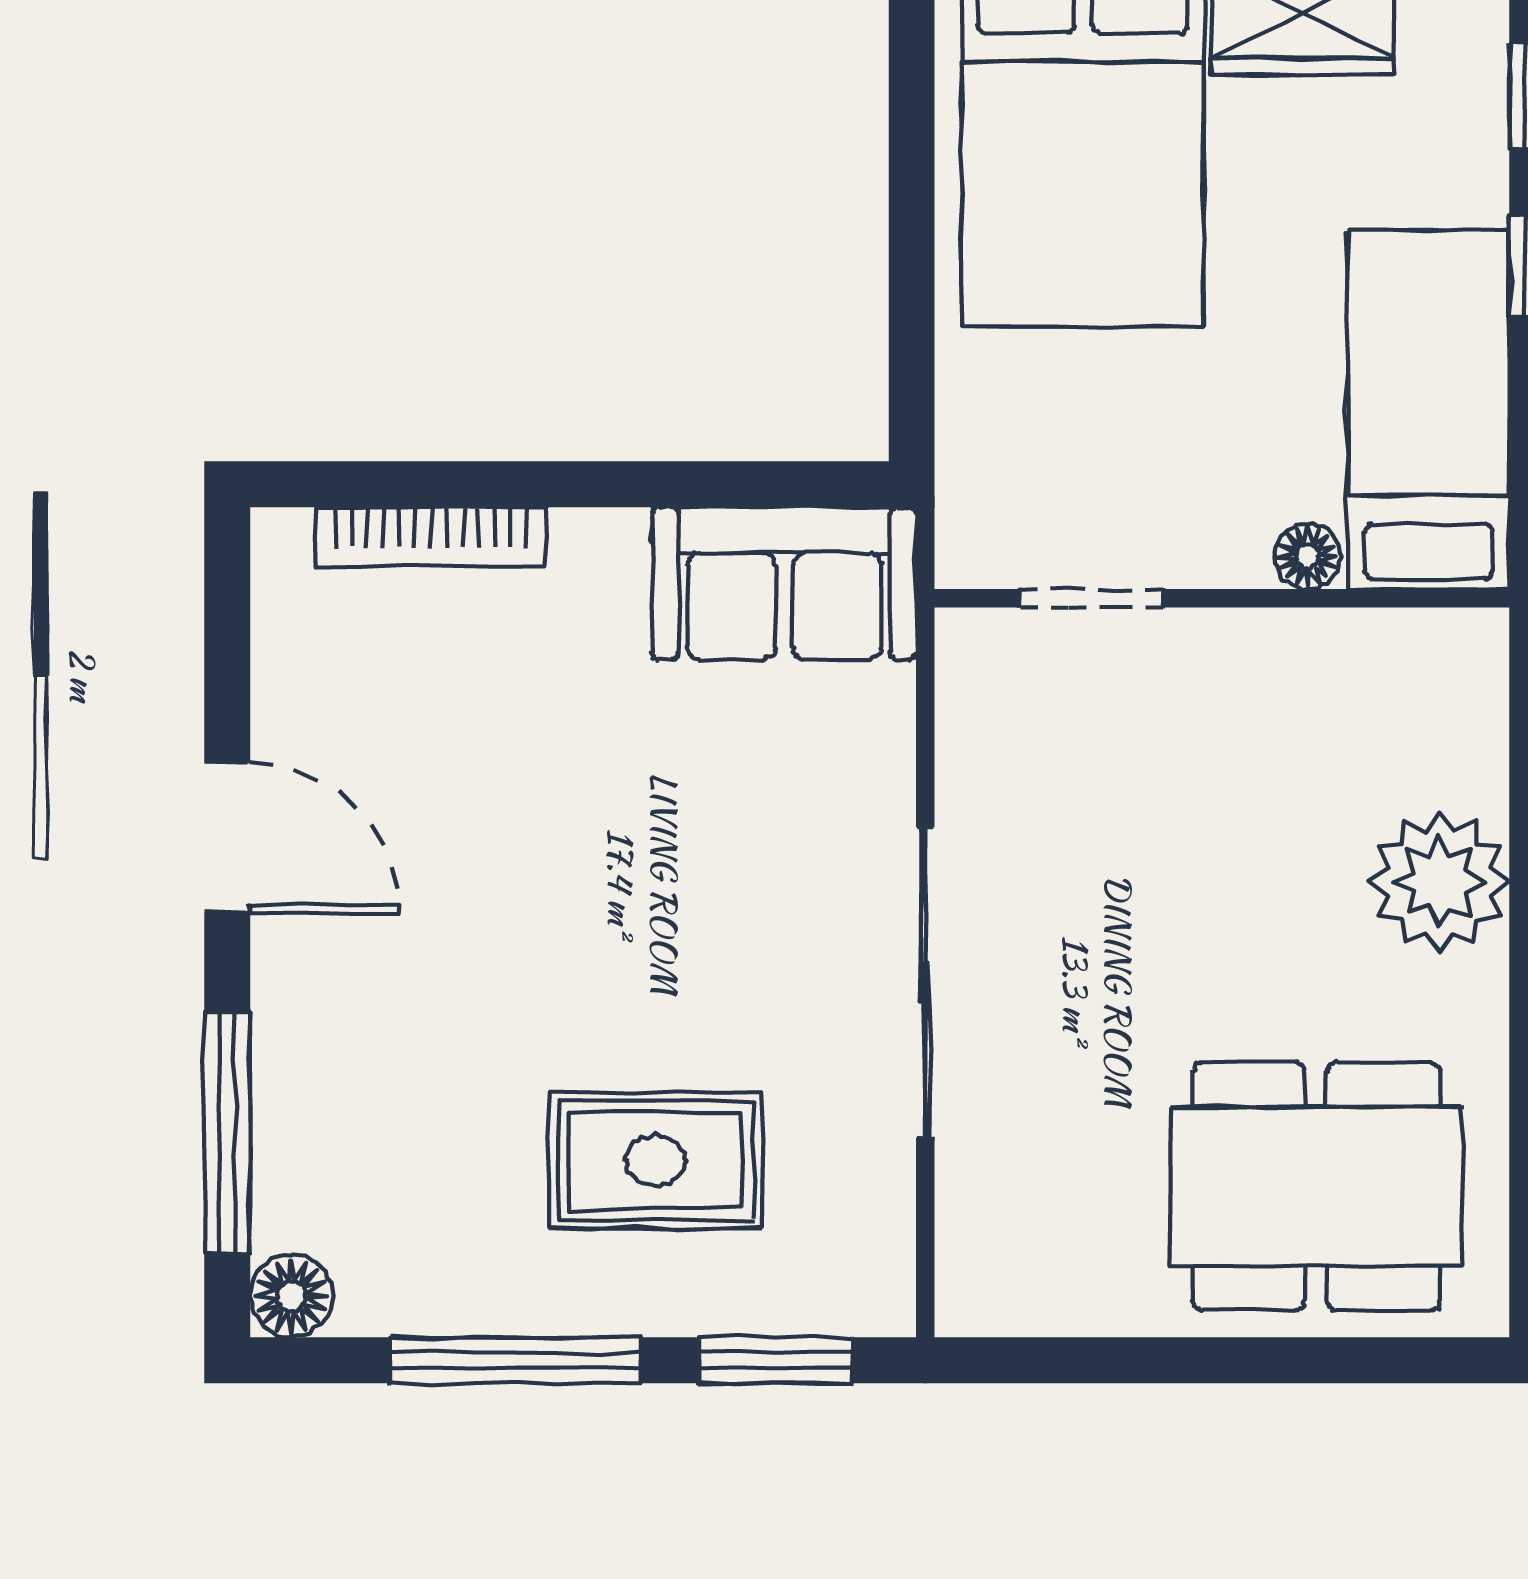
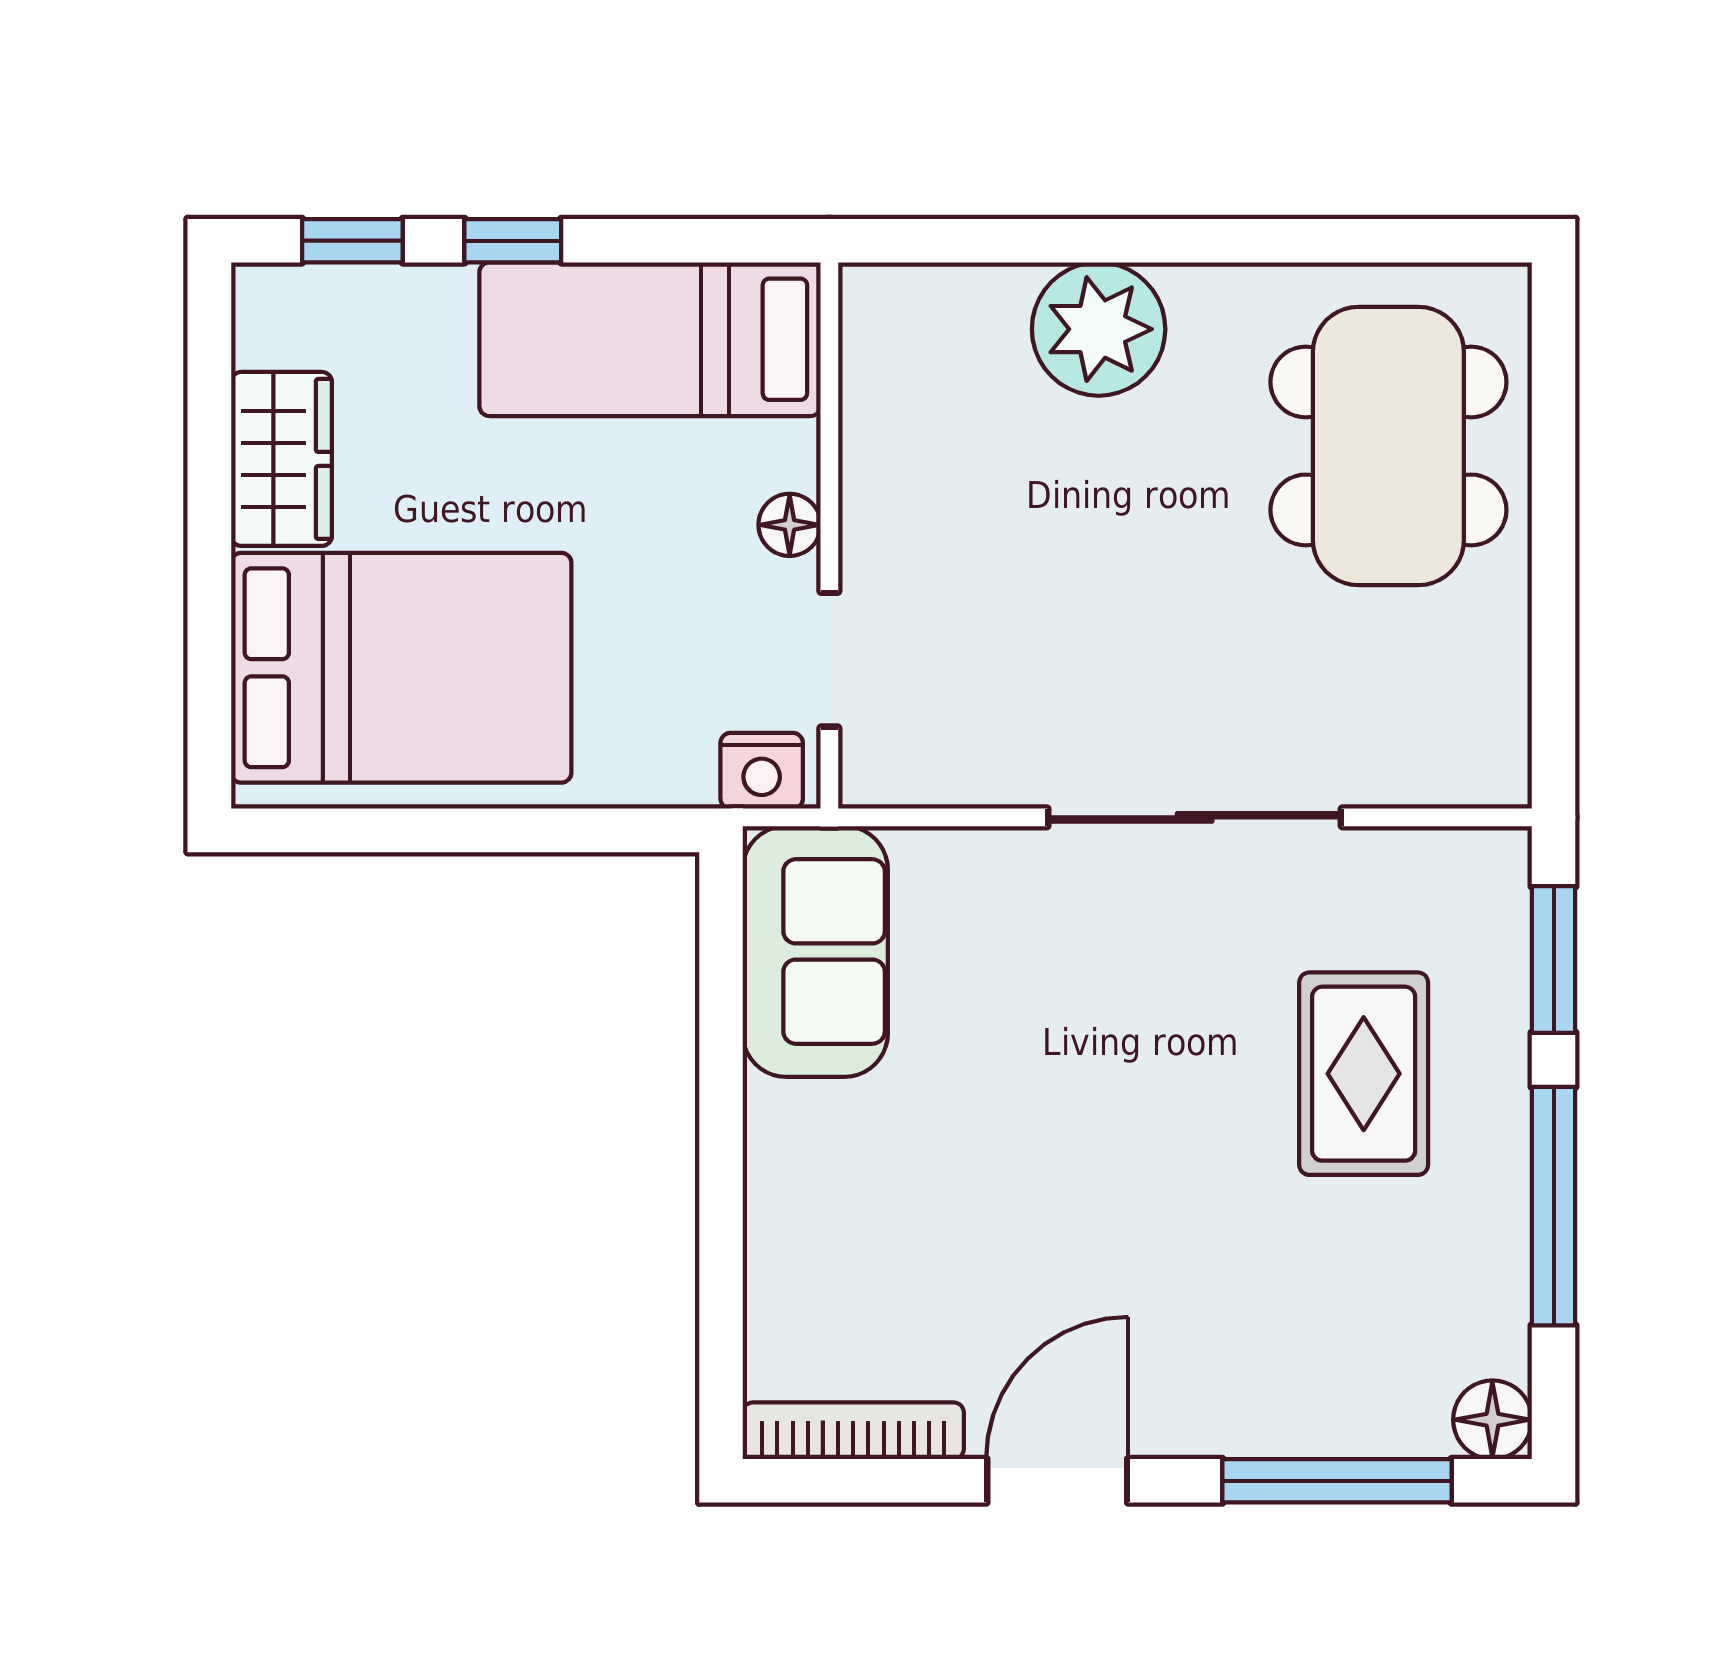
nightstand: (974, 527) -> (762, 771), added
bookcase: (431, 537) -> (853, 1431), moved, turned -90
floor lamp: (1308, 556) -> (790, 525), moved

